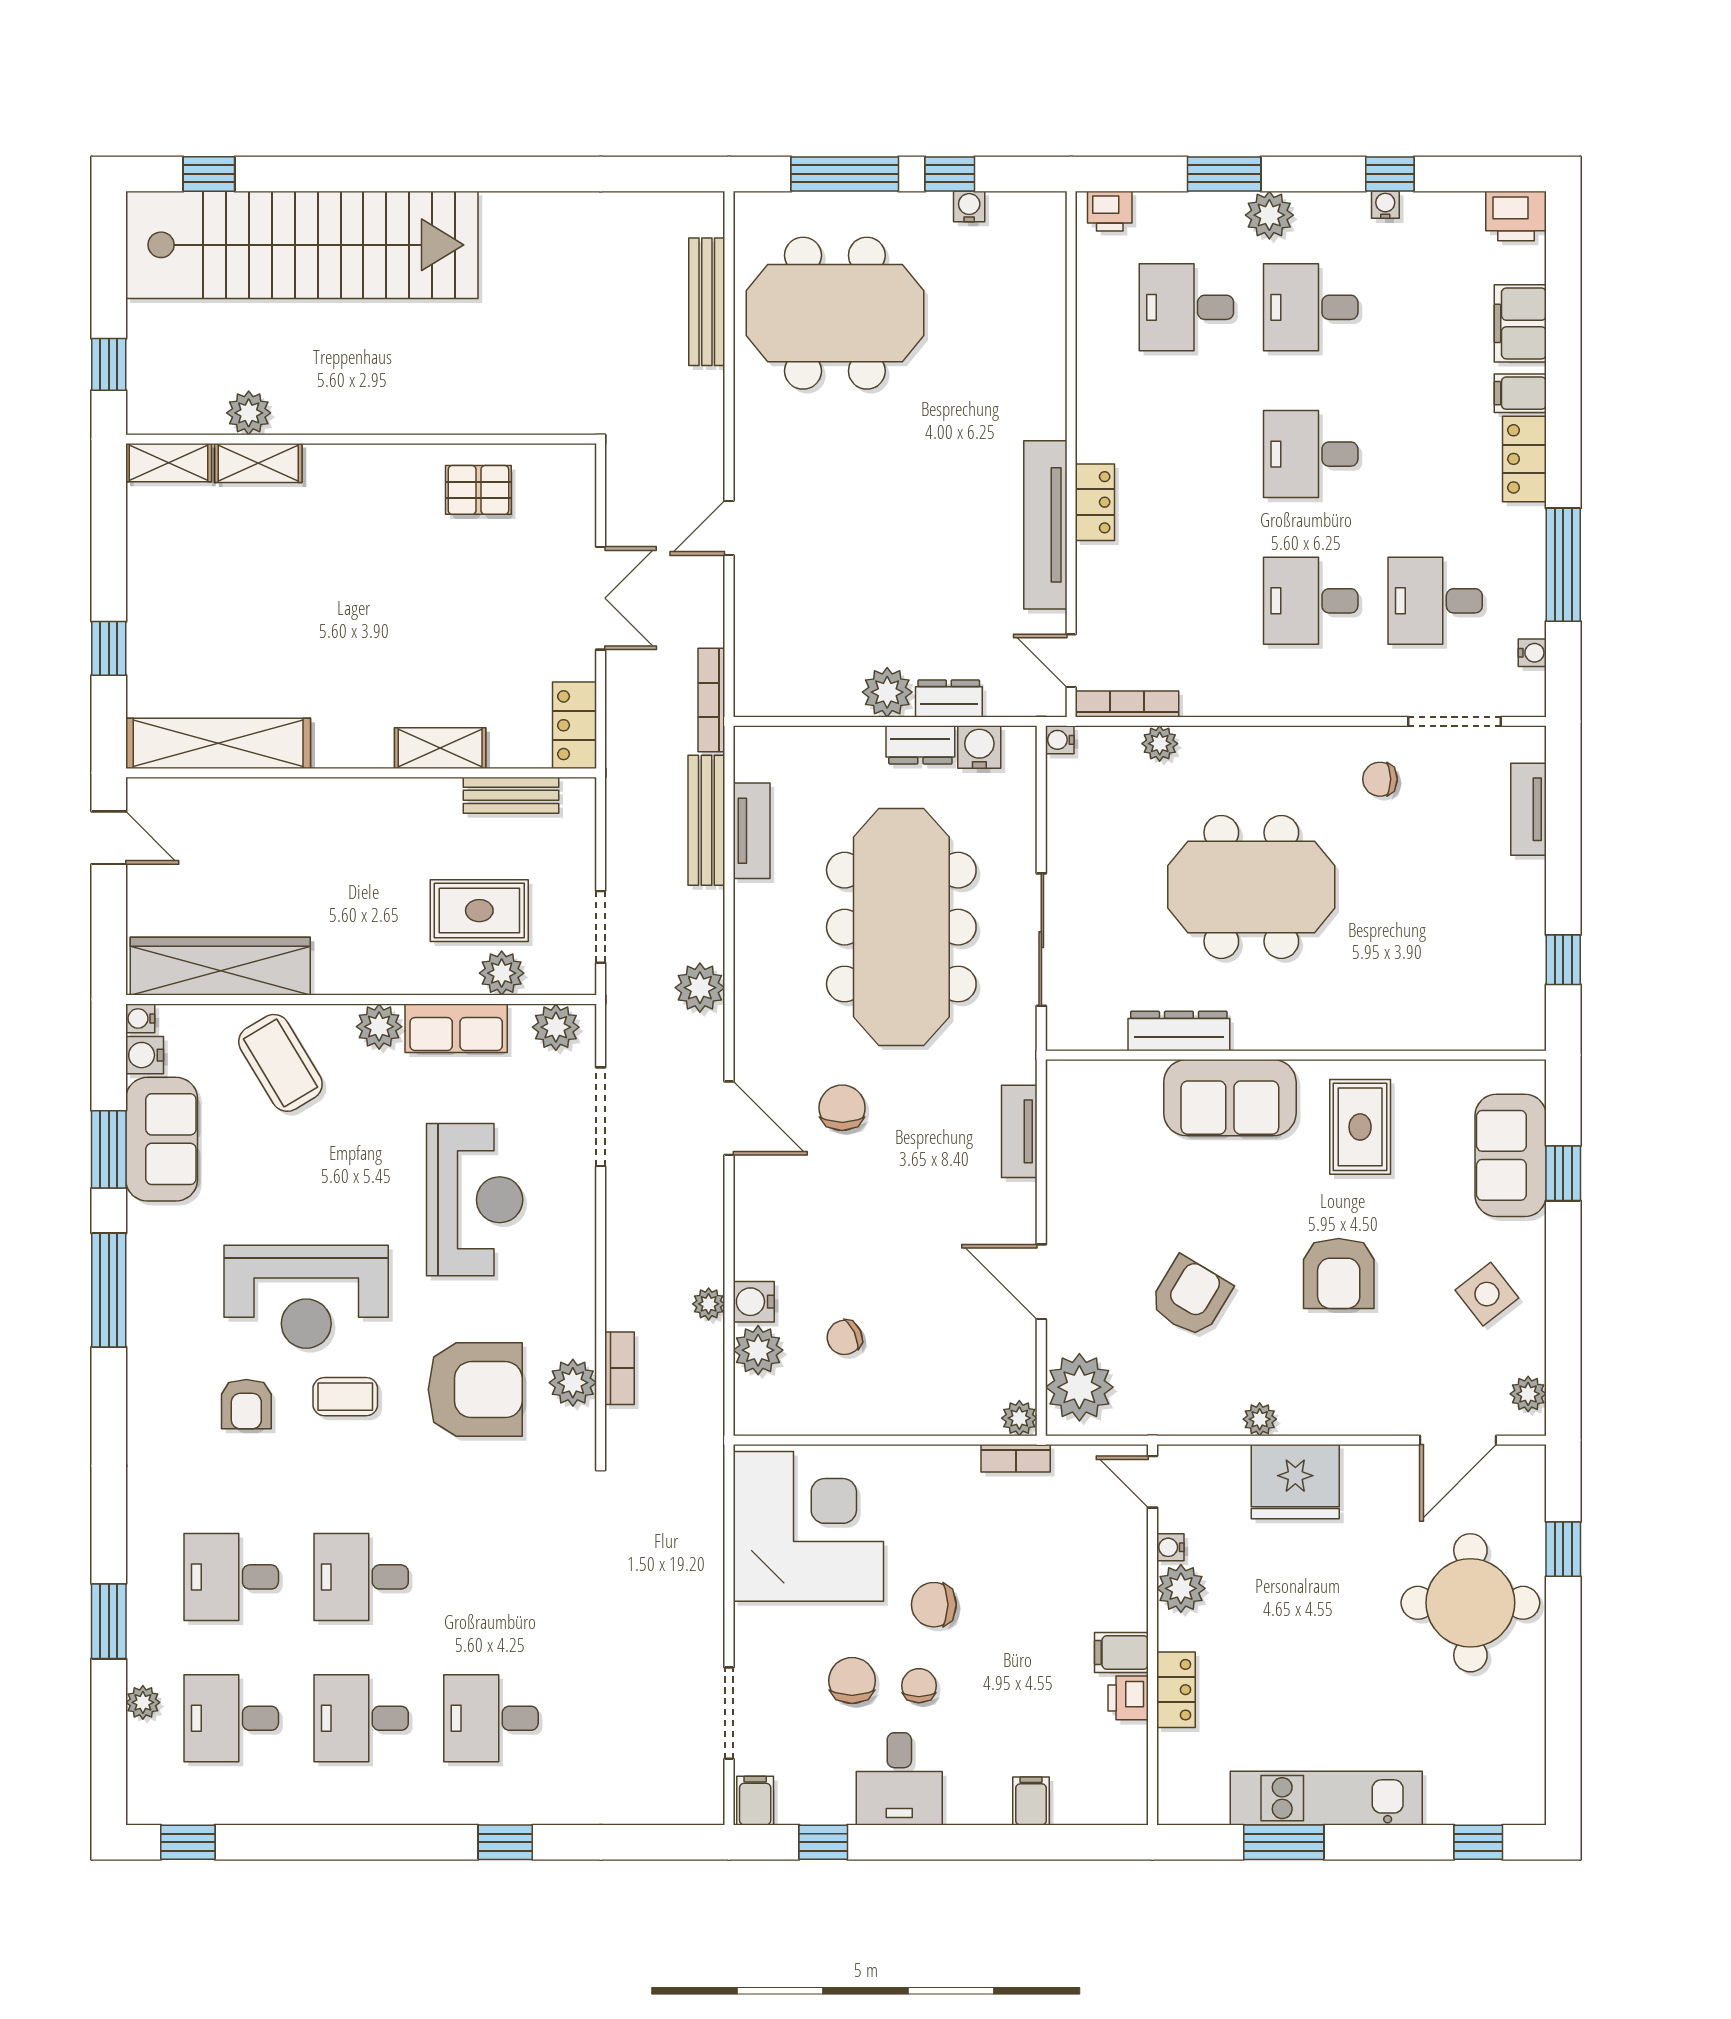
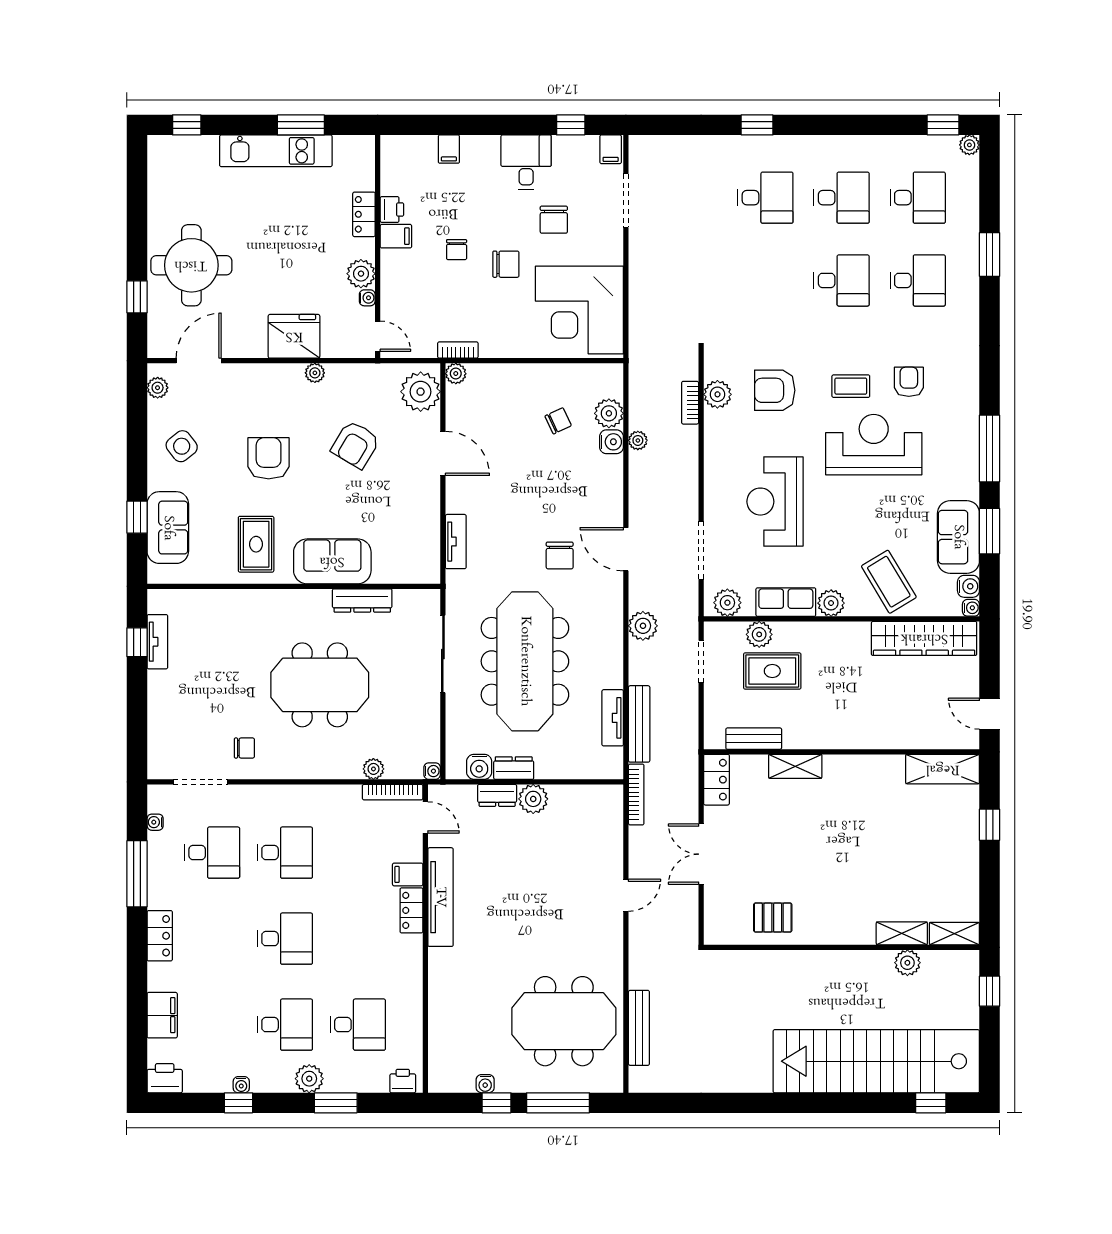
filing cabinet: (1520, 393) -> (408, 874), moved, turned 180
shelving: (218, 743) -> (943, 769), width x0.68
tv unit: (1528, 809) -> (157, 642), moved
armchair: (475, 1390) -> (775, 390), width x0.73, depth x0.73
chair: (919, 1686) -> (457, 250), moved
plant: (143, 1702) -> (969, 145), moved

